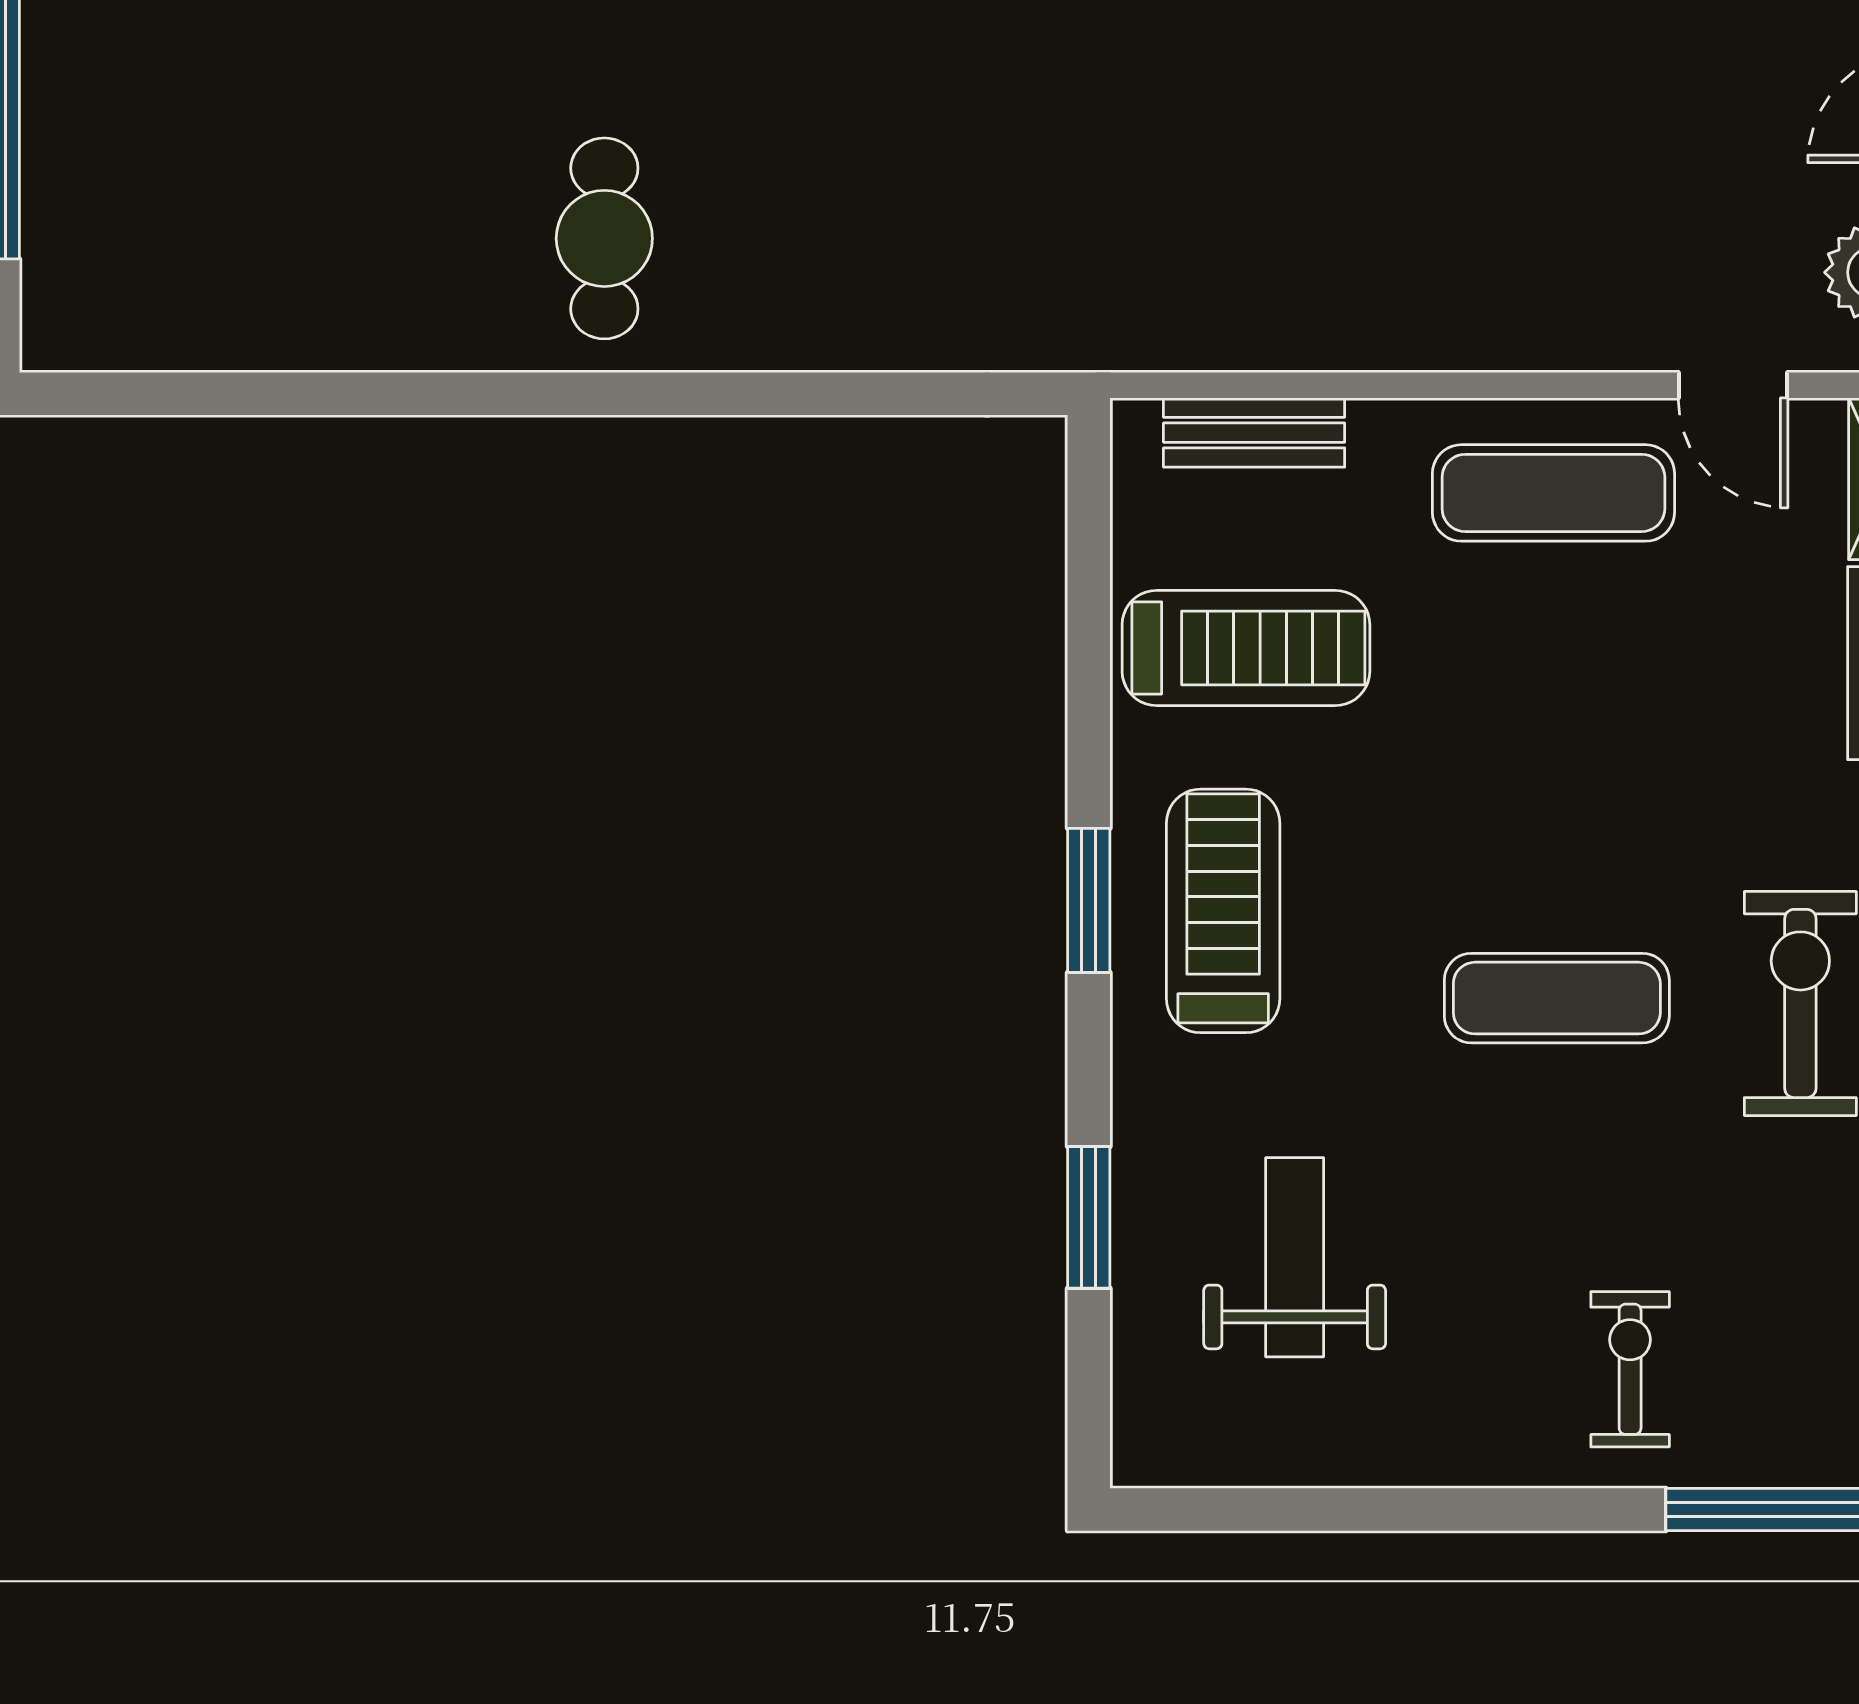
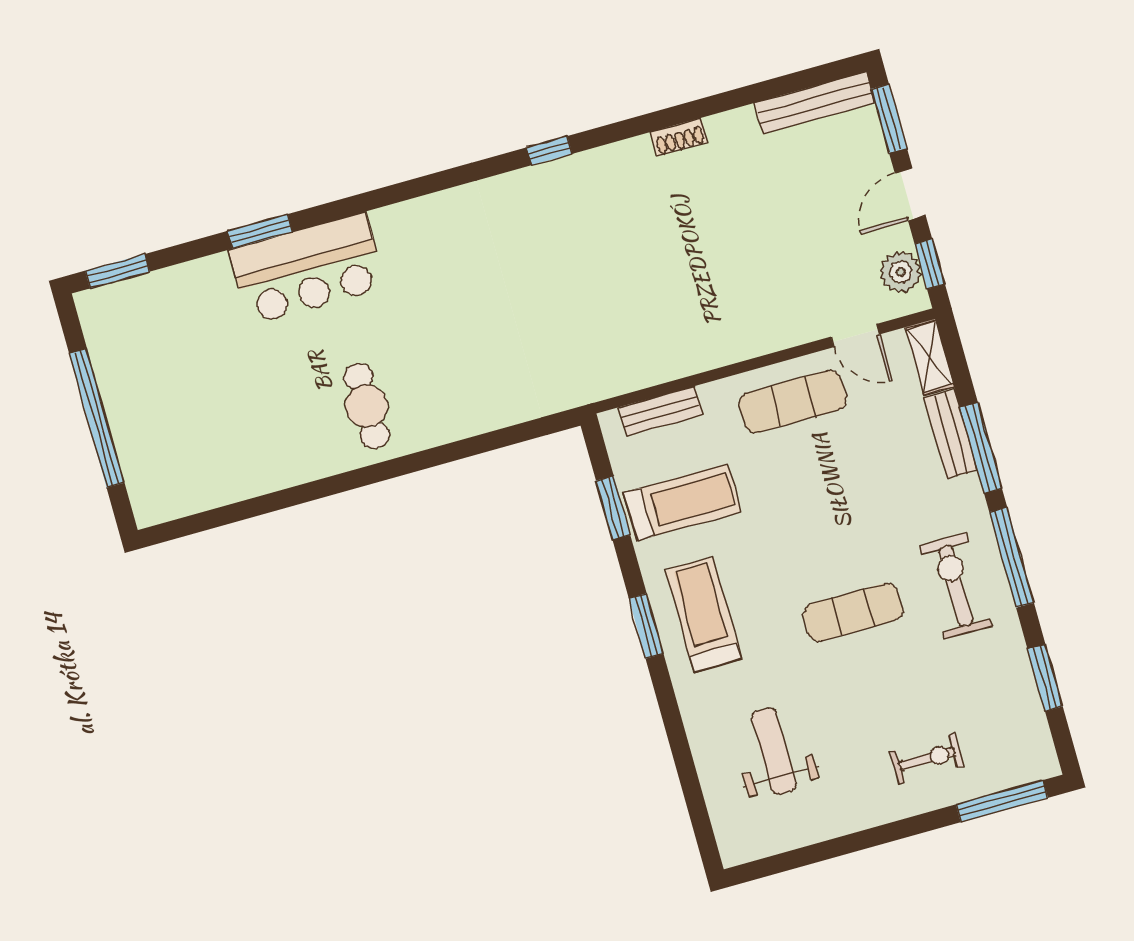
window: (1089, 1217) -> (613, 508), moved
exercise bike: (1630, 1369) -> (927, 759), turned 90

